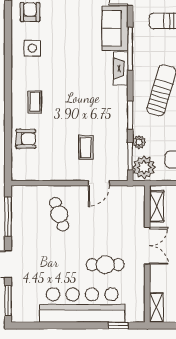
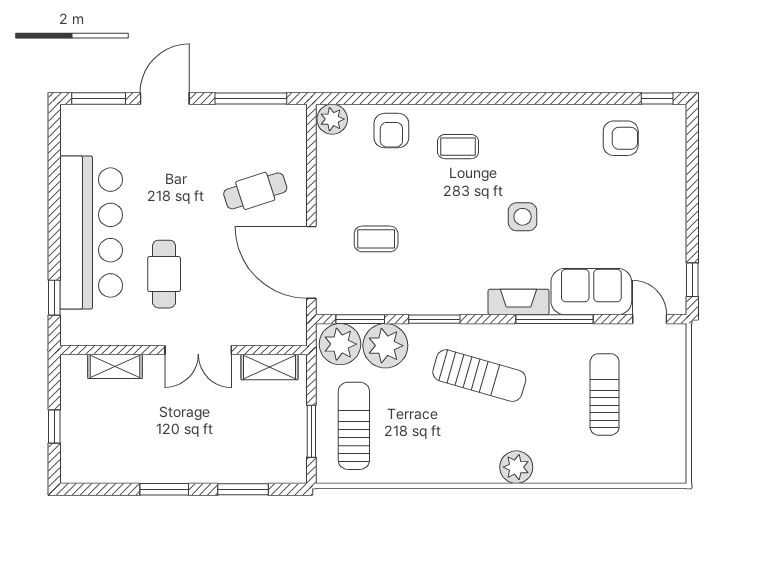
side table: (32, 48) -> (523, 217), moved
plant: (139, 142) -> (385, 346), width x1.87, depth x1.87
plant: (20, 172) -> (332, 119), added
door: (99, 183) -> (311, 262), width x1.87
shelving: (156, 307) -> (115, 366), moved

